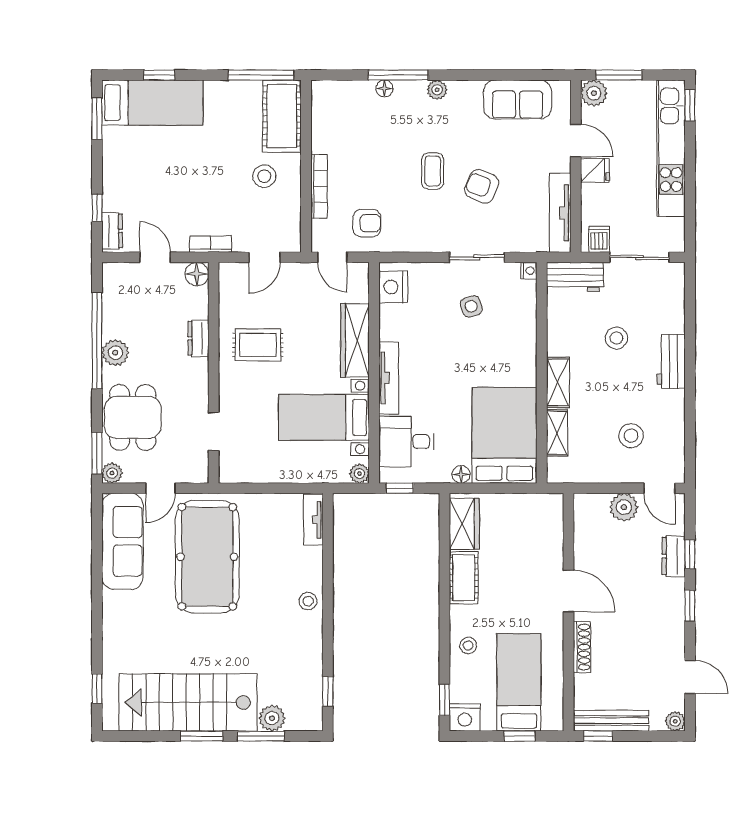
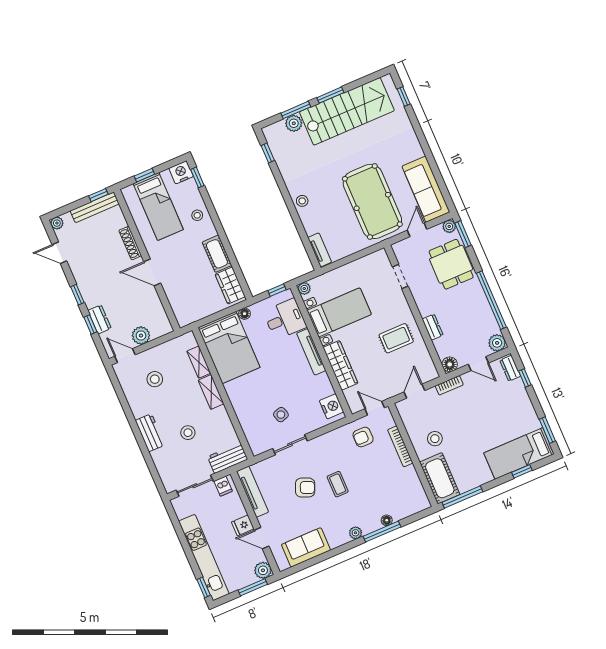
nightstand: (529, 271) -> (256, 450), removed
plant: (115, 353) -> (497, 343), moved

